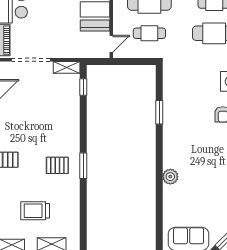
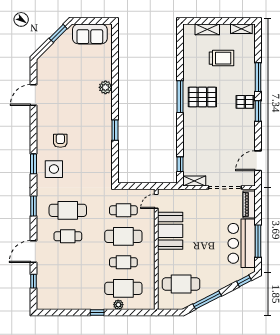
window: (159, 112) -> (115, 130), moved
pallet: (57, 165) -> (202, 97), width x1.50, depth x1.42
window: (83, 166) -> (180, 97), width x1.44

